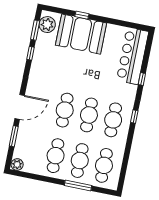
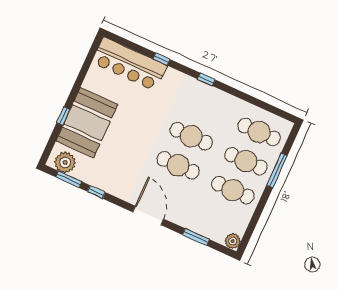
door: (20, 107) -> (148, 215), moved
cafe table: (113, 120) -> (204, 107), removed

